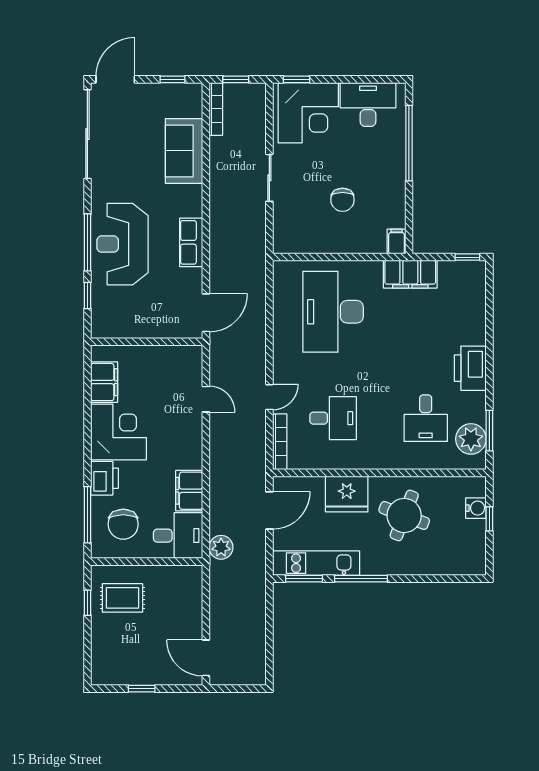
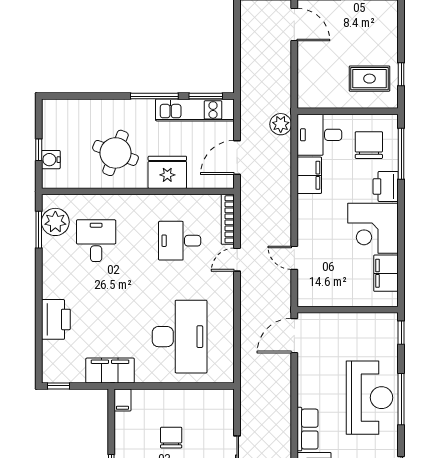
row of seats: (191, 242) -> (308, 429), moved
window: (87, 295) -> (401, 333), moved
printer: (470, 368) -> (56, 319), moved

